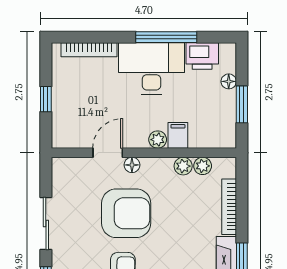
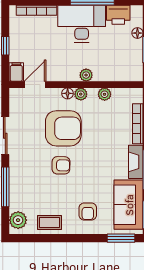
filing cabinet: (178, 135) -> (16, 72), moved
door: (108, 153) -> (35, 85), moved
plant: (203, 166) -> (81, 94), moved

